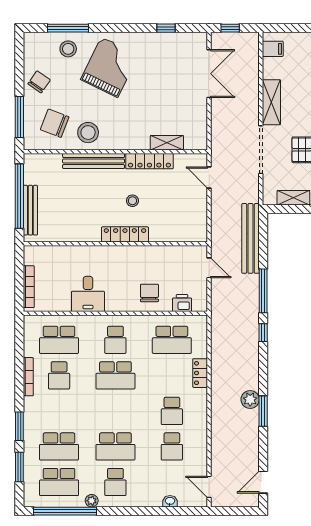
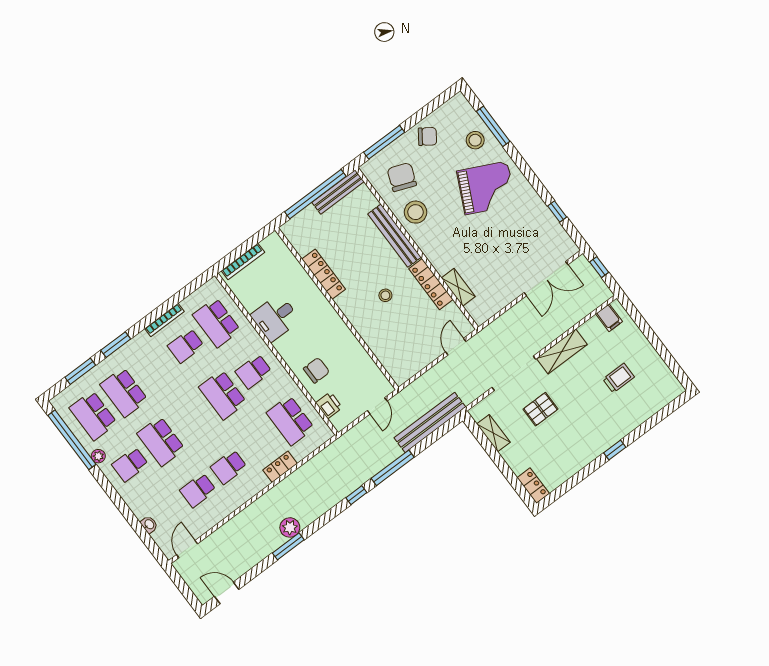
bench: (30, 210) -> (338, 192), moved
locker: (125, 234) -> (324, 274), moved

